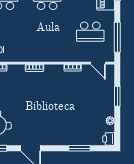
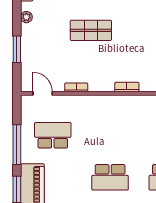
window: (117, 37) -> (17, 145), moved
shop shelf: (62, 111) -> (91, 30), added

